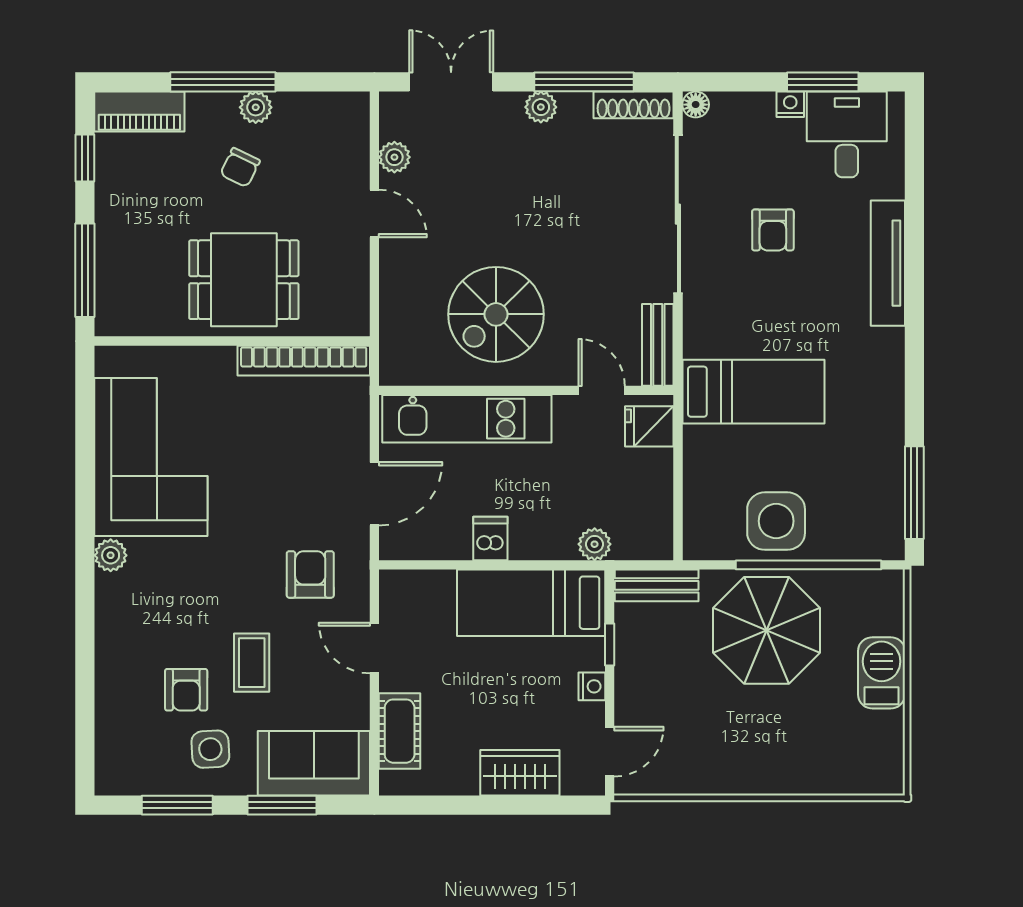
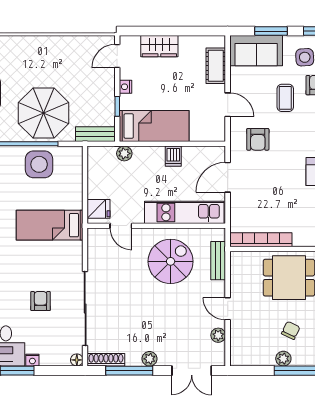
bench: (658, 345) -> (218, 261), moved

